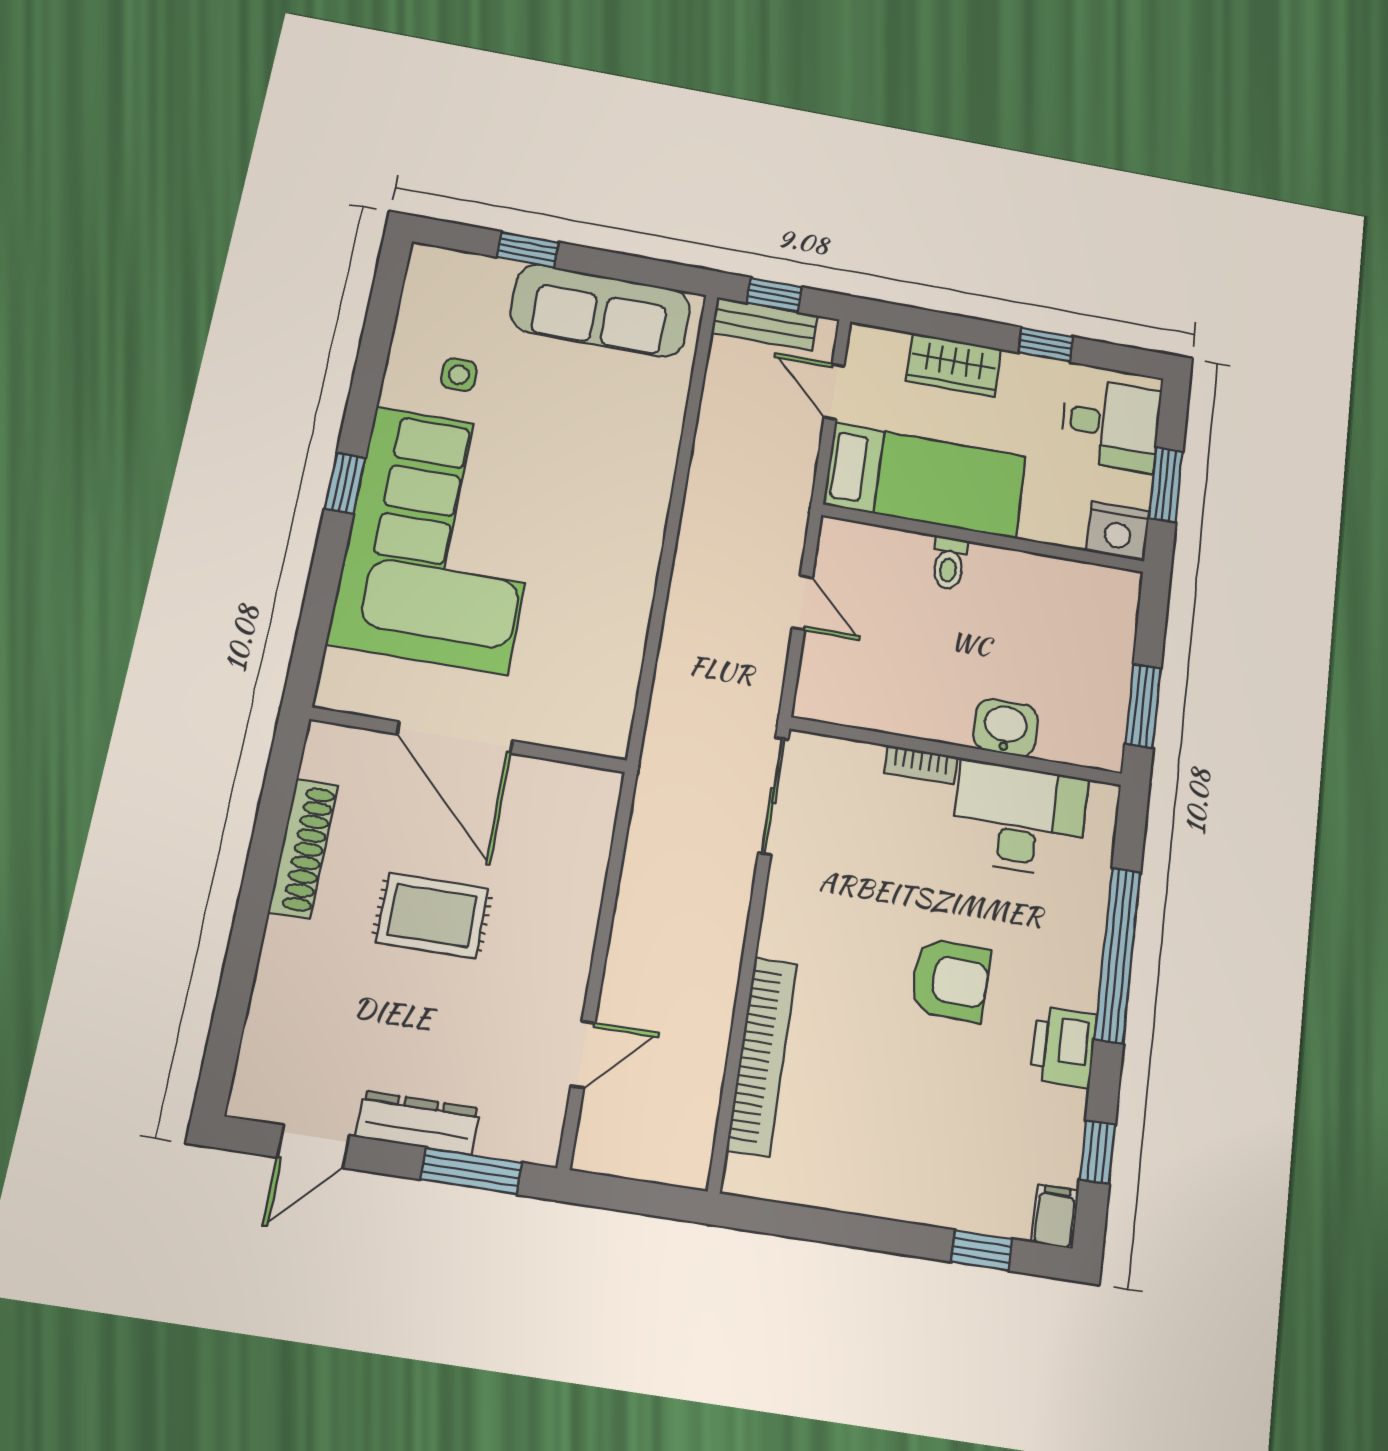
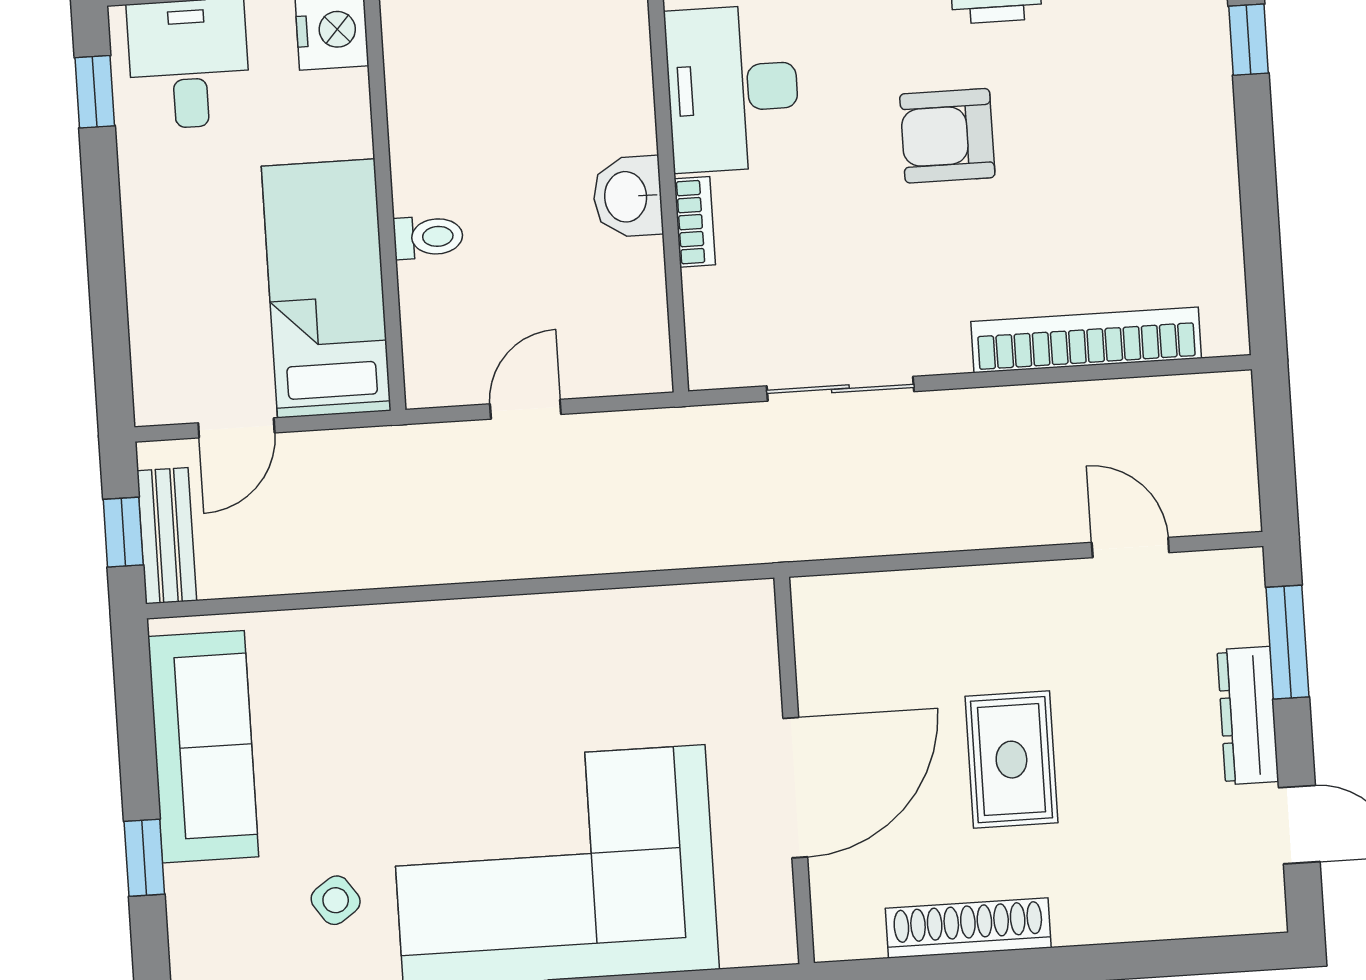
window: (1046, 345) -> (95, 92), moved
wardrobe: (954, 365) -> (159, 282), removed
side table: (459, 375) -> (336, 900), turned -35
washbasin: (1006, 728) -> (628, 197), moved
sliding door: (773, 796) -> (840, 389), moved
armchair: (950, 980) -> (947, 136), turned -92

